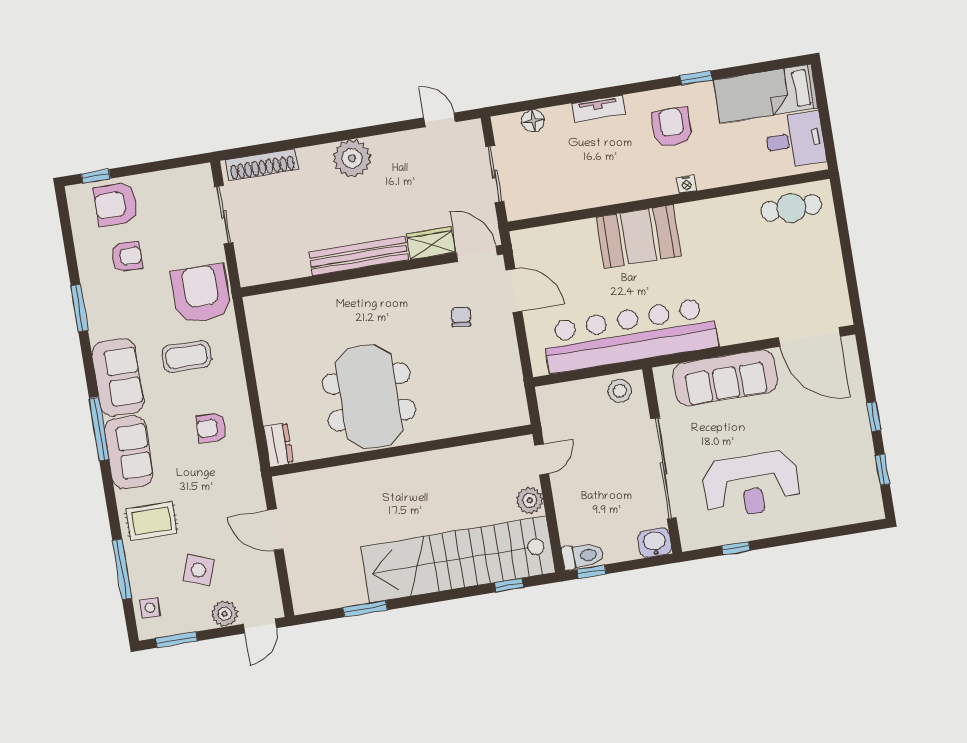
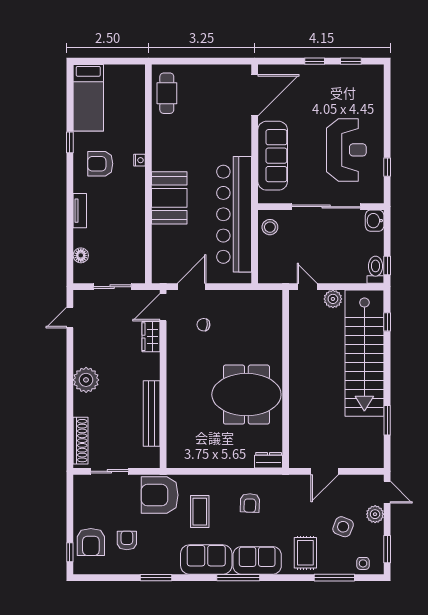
desk: (795, 140) -> (122, 83), removed
bench: (359, 256) -> (152, 413), moved

